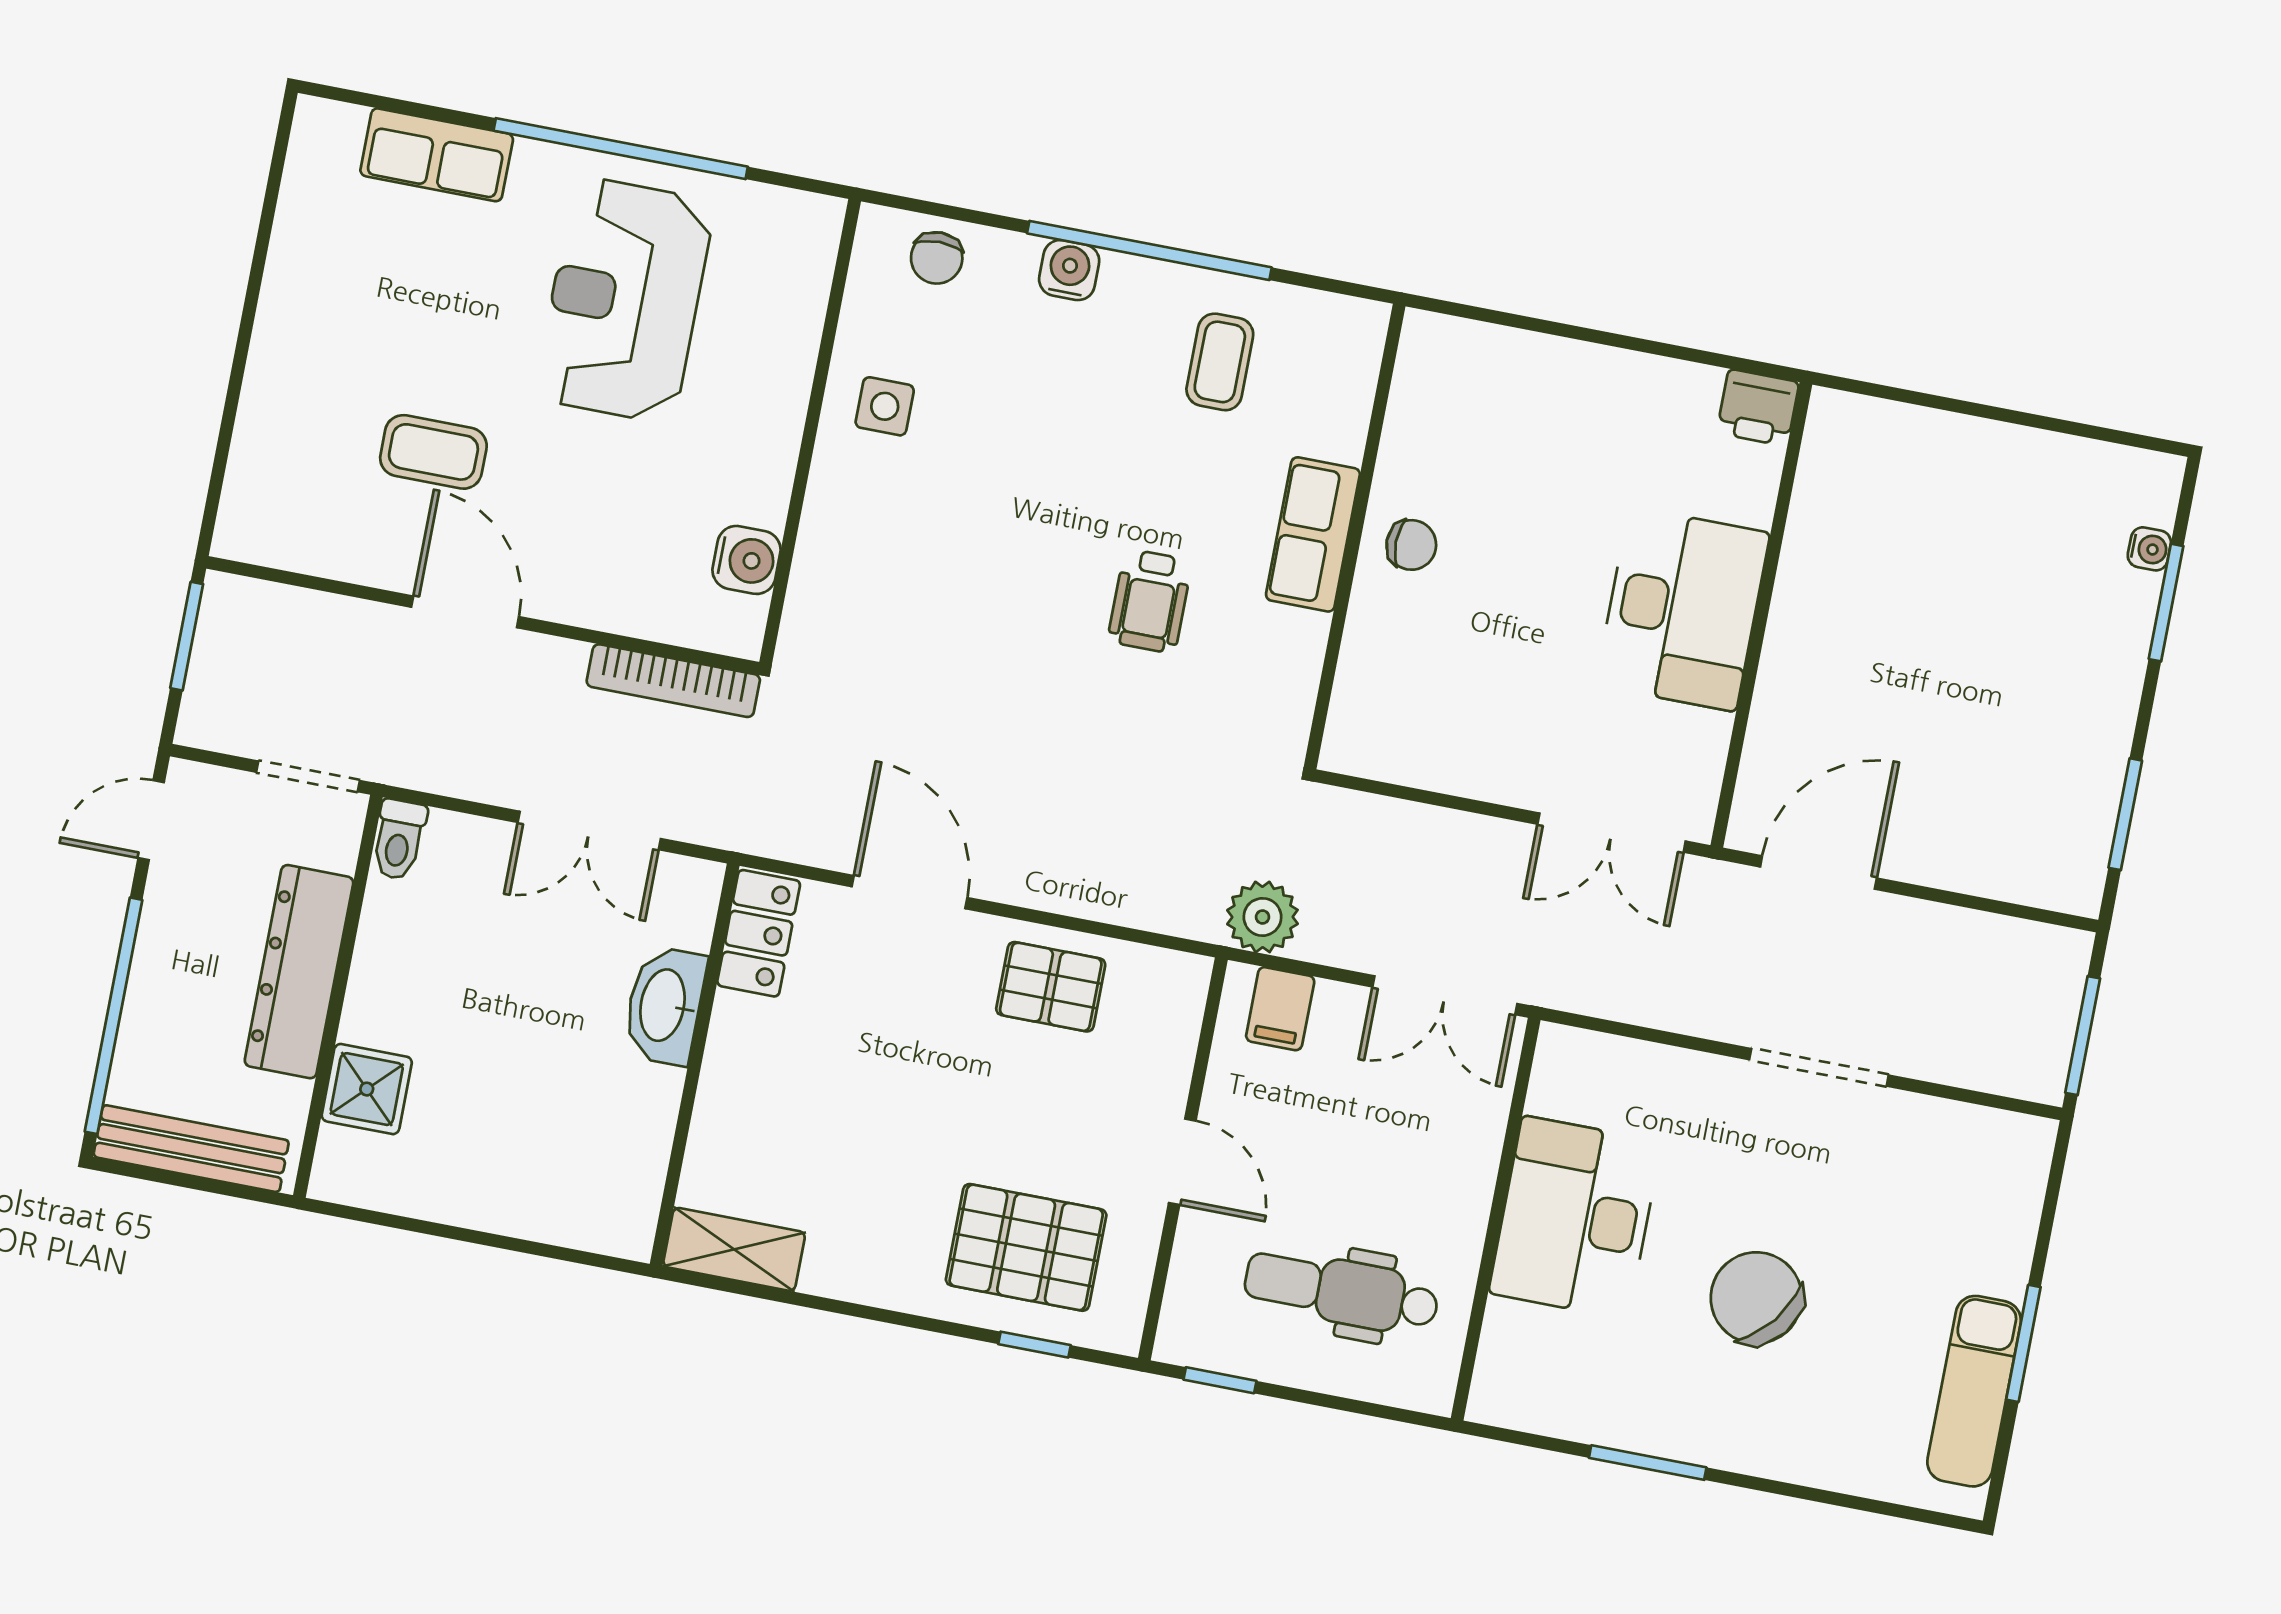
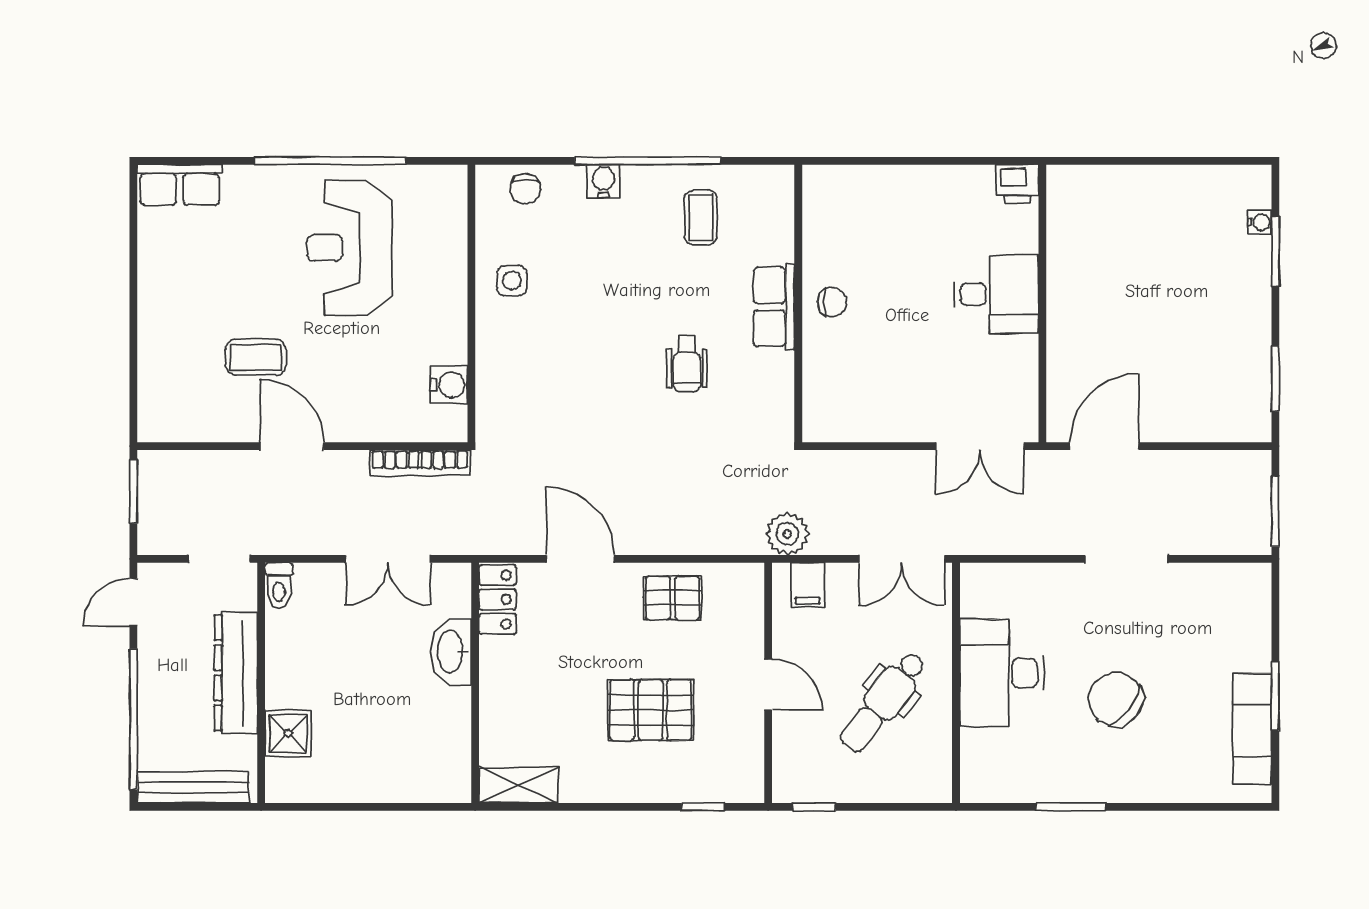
row of seats: (437, 155) -> (180, 185), moved
desk: (1683, 609) -> (996, 294), width x0.73
pallet: (1026, 1247) -> (651, 710), moved
dental chair: (1341, 1291) -> (883, 702), moved, turned -52

